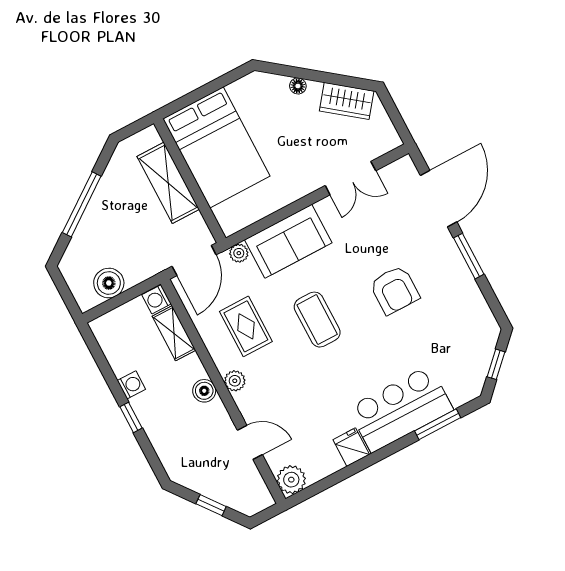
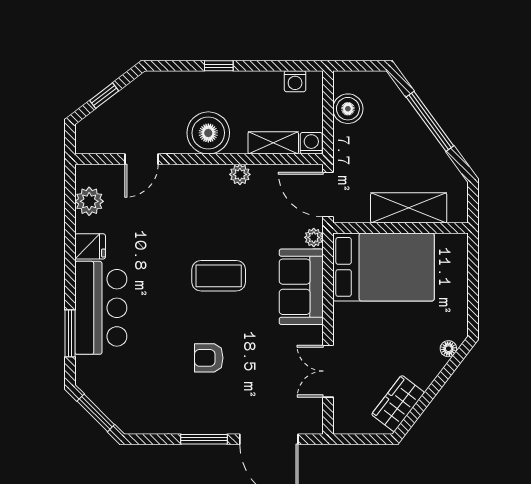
floor lamp: (298, 86) -> (448, 349), moved
bed: (216, 147) -> (383, 267), moved, turned 180
armchair: (395, 290) -> (209, 358), width x0.72, depth x0.72
rug: (246, 326) -> (246, 210), removed
window: (496, 364) -> (96, 413), width x1.50
plant: (235, 381) -> (240, 174), moved
washing machine: (131, 385) -> (295, 81), moved
boiler: (204, 391) -> (208, 133), width x1.86, depth x1.86
plant: (291, 480) -> (89, 201), moved

